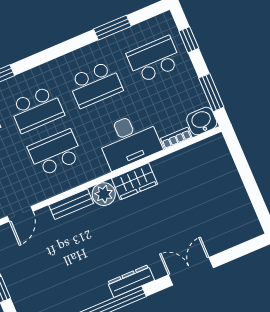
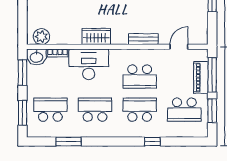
window: (189, 40) -> (23, 113), width x1.50
school desk: (154, 59) -> (50, 110), turned 180
plant: (104, 194) -> (41, 37), moved

